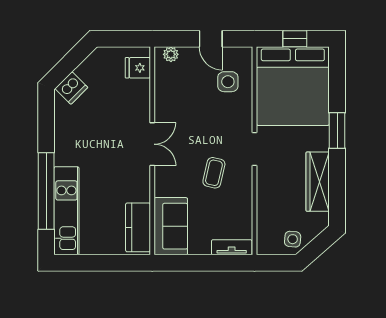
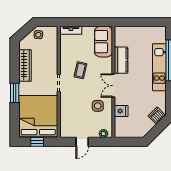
door: (211, 39) -> (82, 142), swing flipped
fridge: (138, 68) -> (121, 111), moved
side table: (228, 82) -> (98, 106), moved
kitchen unit: (66, 211) -> (159, 67), moved
kitchen counter: (138, 227) -> (121, 60), moved

